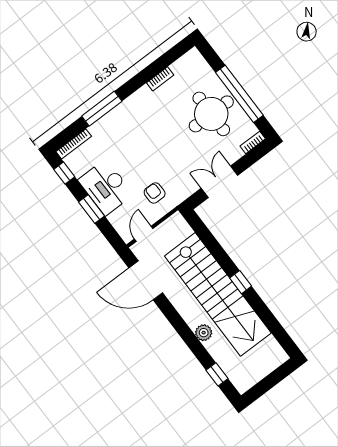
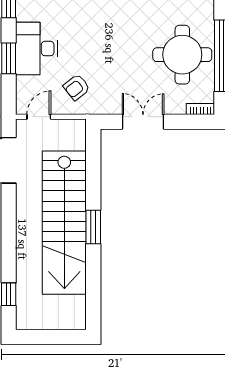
armchair: (155, 193) -> (77, 87), turned -128
window: (241, 282) -> (93, 227), width x1.50
plant: (204, 333) -> (25, 247), removed

